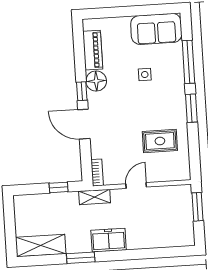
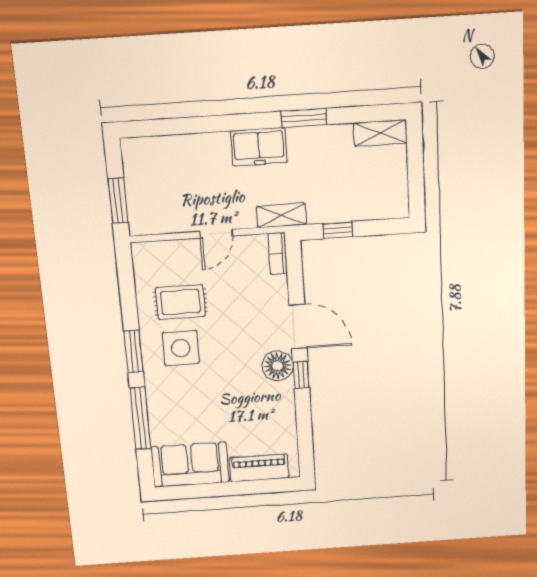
piano: (93, 50) -> (259, 468), moved, turned 90
side table: (145, 75) -> (181, 348), moved, width x1.87, depth x1.87
floor lamp: (96, 81) -> (278, 366), moved
shelving: (41, 246) -> (380, 133), width x0.67, depth x0.75

